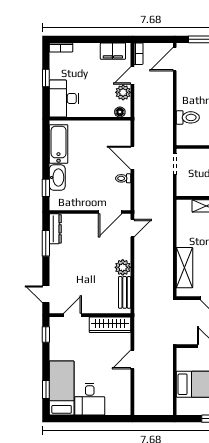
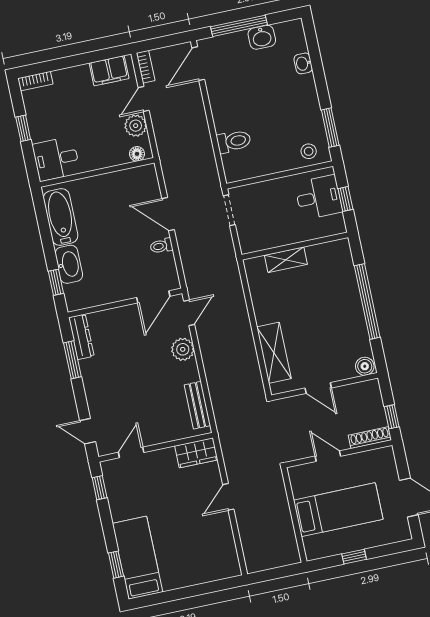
desk: (64, 99) -> (56, 159), width x0.73
plant: (123, 267) -> (183, 349), moved
wardrobe: (110, 325) -> (196, 453), width x0.67
desk: (90, 399) -> (180, 565), removed

